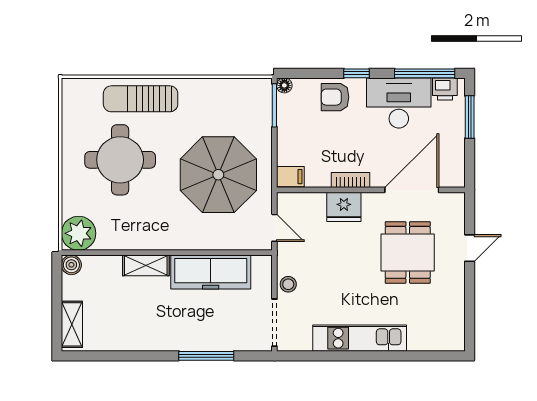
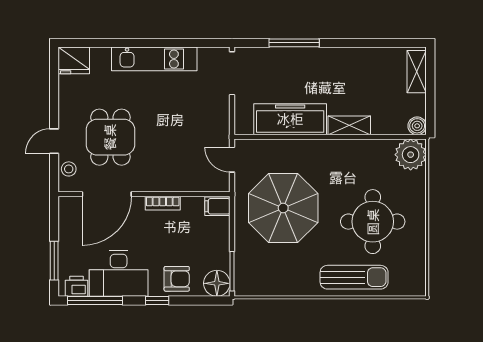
floor lamp: (284, 85) -> (217, 283), width x1.89, depth x1.89
fridge: (344, 207) -> (74, 60), moved, turned 180
stool: (288, 284) -> (69, 169), moved

